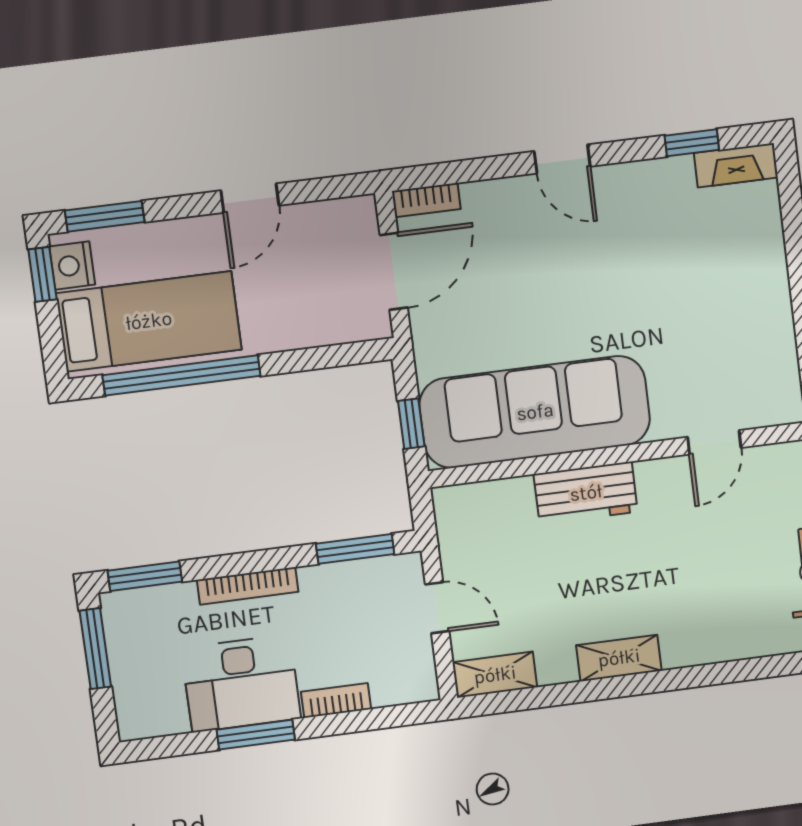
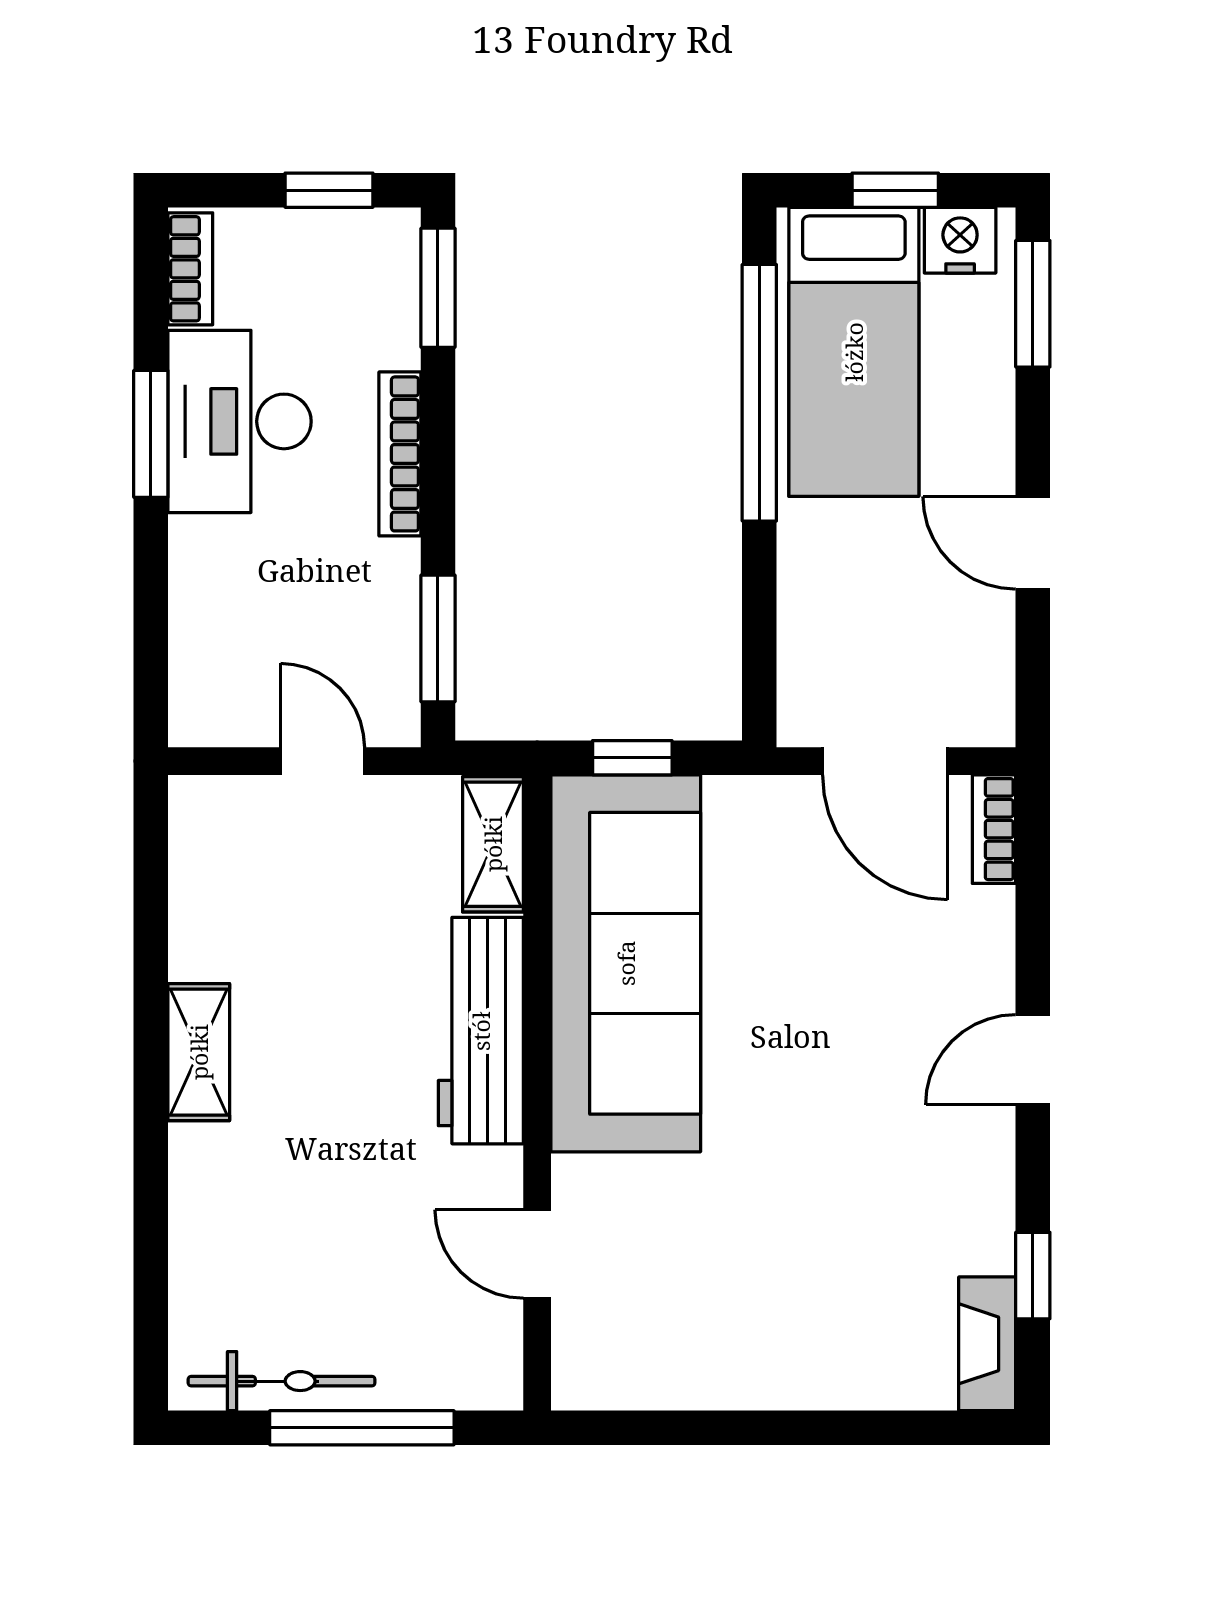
window: (42, 274) -> (895, 190), moved
workbench: (586, 493) -> (481, 1031), width x1.38
door: (437, 608) -> (323, 761), swing flipped
window: (95, 649) -> (329, 190), width x0.67
shelving: (495, 675) -> (493, 844), moved
bookcase: (336, 700) -> (190, 269), moved

